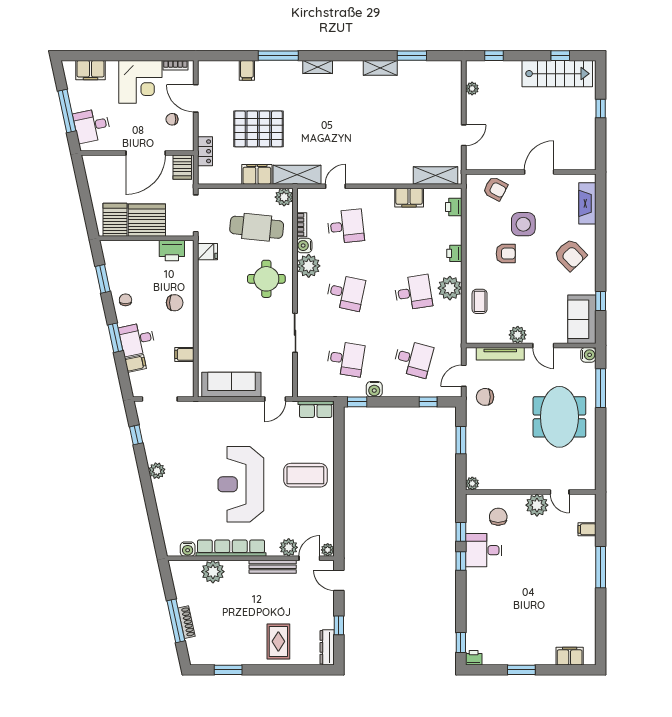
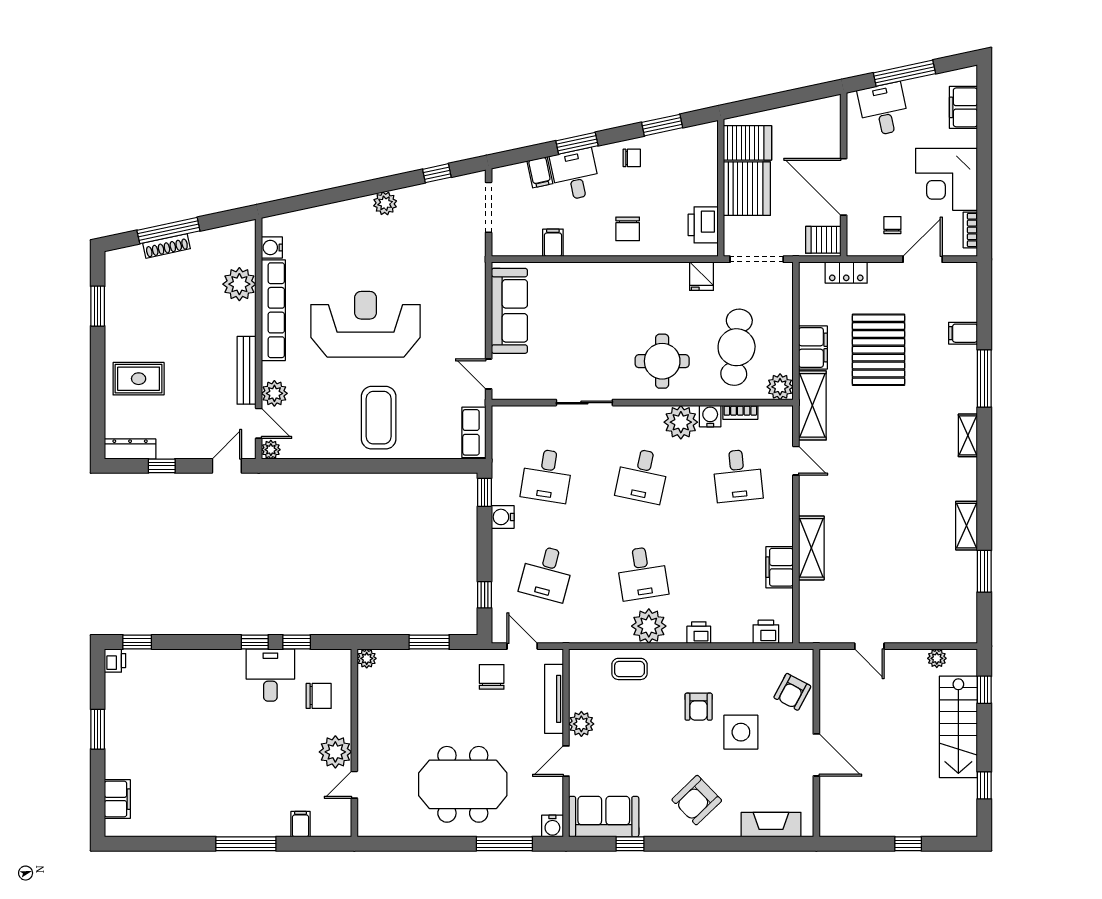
stairs: (557, 74) -> (958, 727), moved
shelving: (436, 175) -> (811, 548), moved

